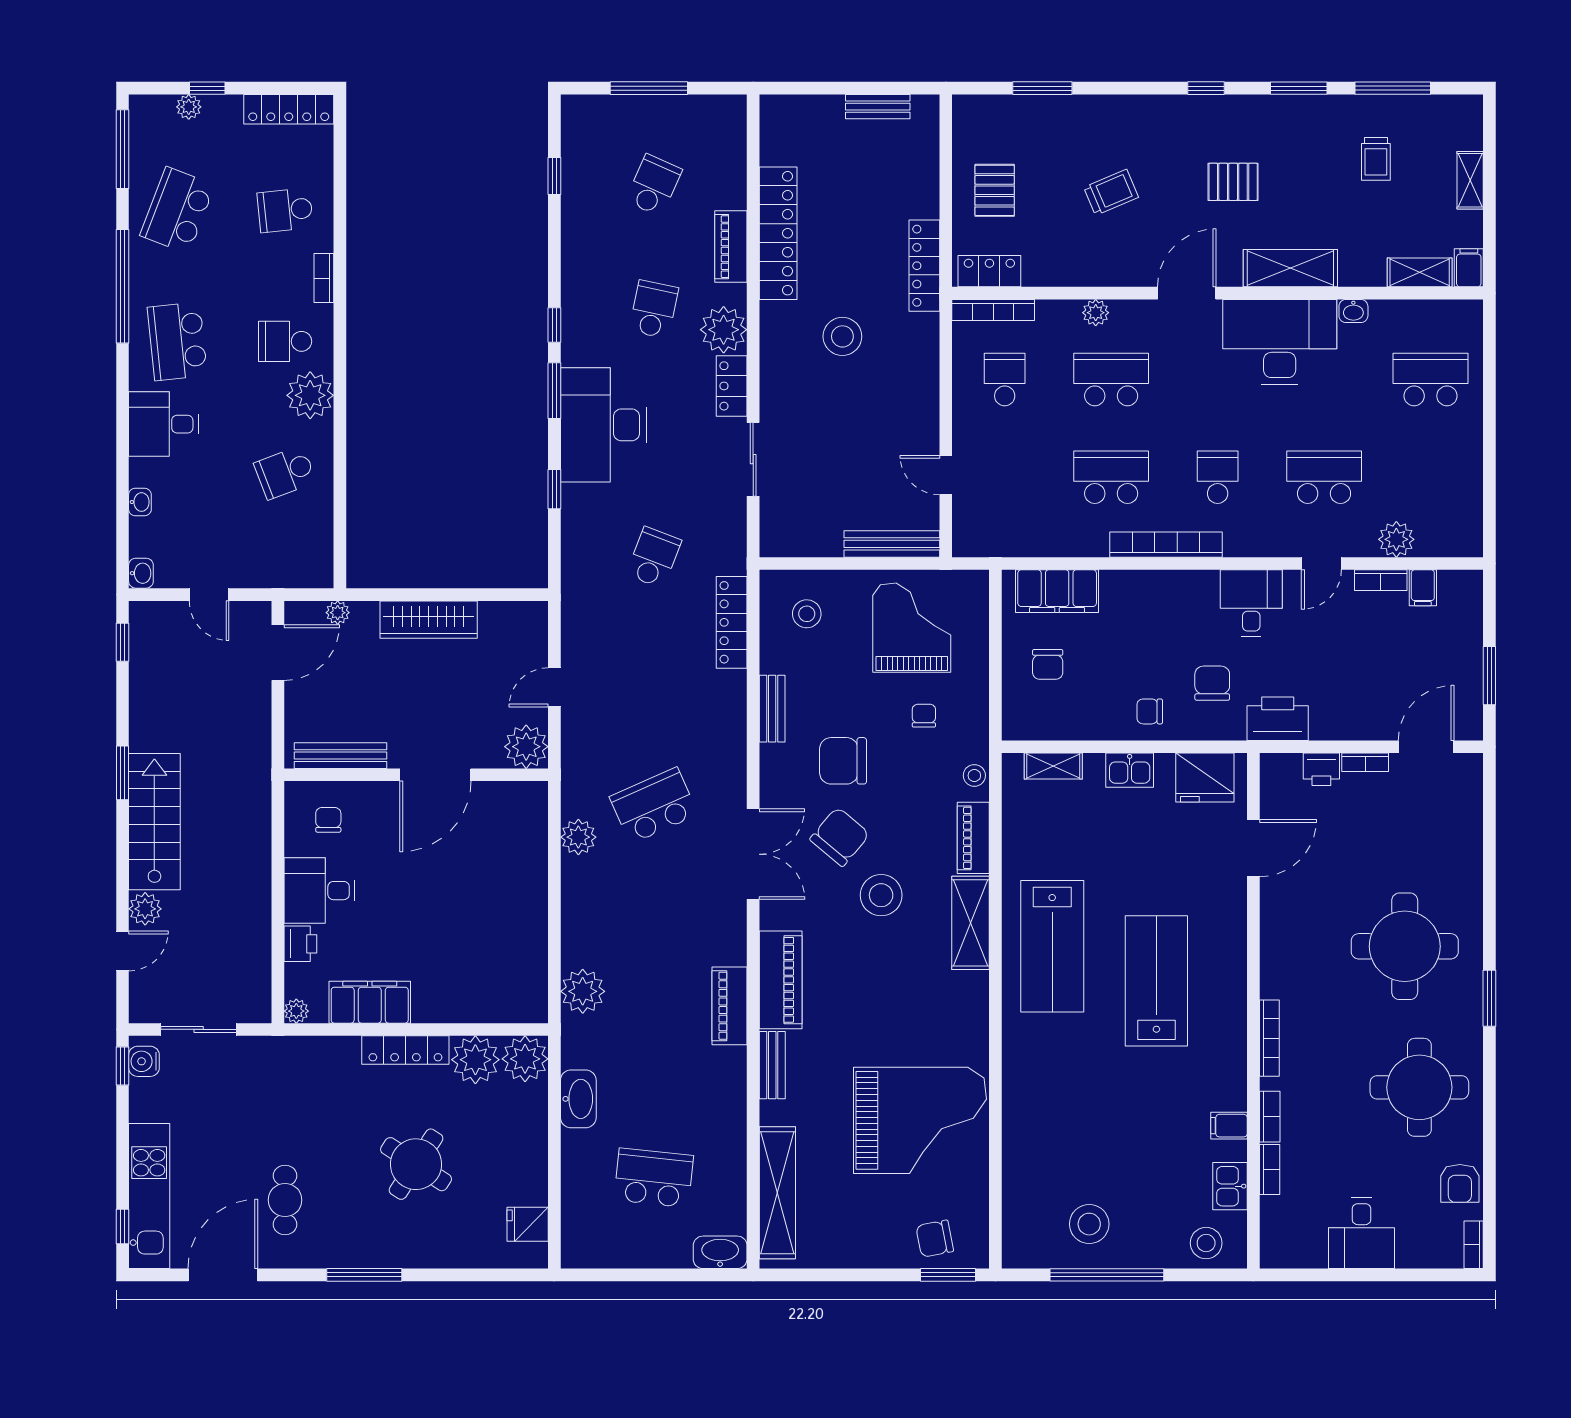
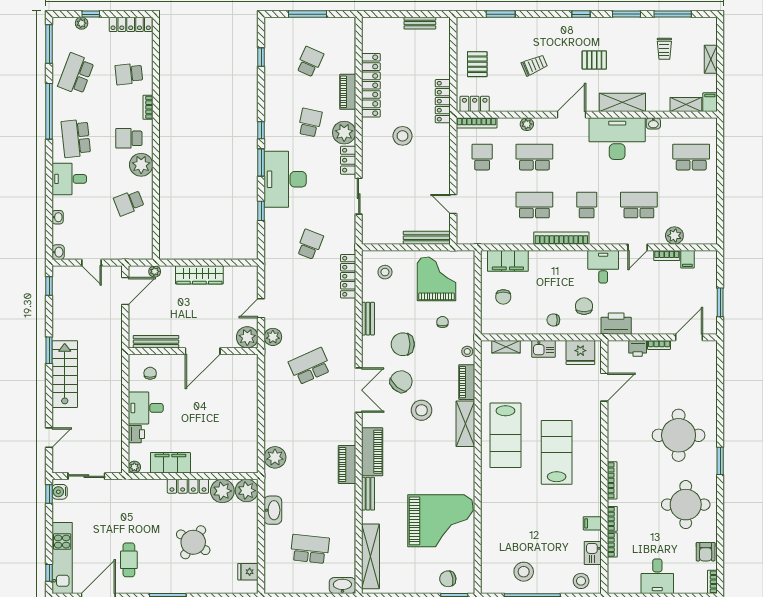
plant: (578, 837) -> (273, 337), moved
plant: (145, 909) -> (60, 417), removed

